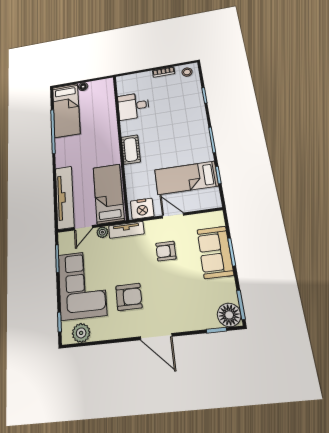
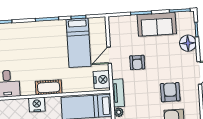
nightstand: (111, 139) -> (37, 105), added
sofa: (215, 252) -> (157, 24), moved
floor lamp: (229, 315) -> (188, 43), moved

